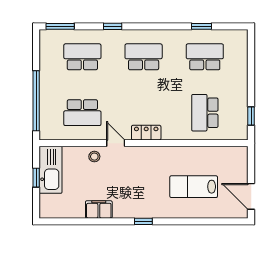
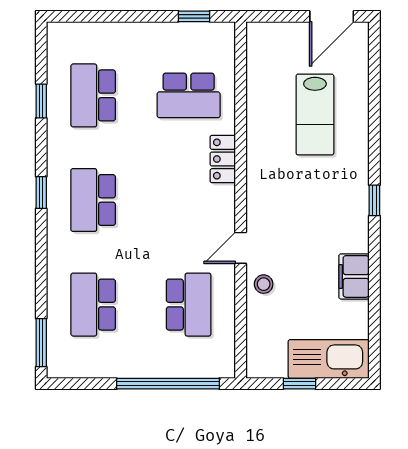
window: (113, 26) -> (41, 193), moved
locker: (146, 133) -> (223, 159), moved
kitchen sink: (51, 170) -> (329, 359), moved

